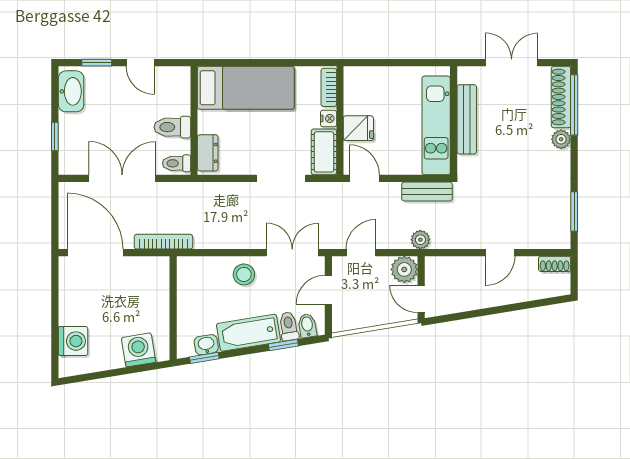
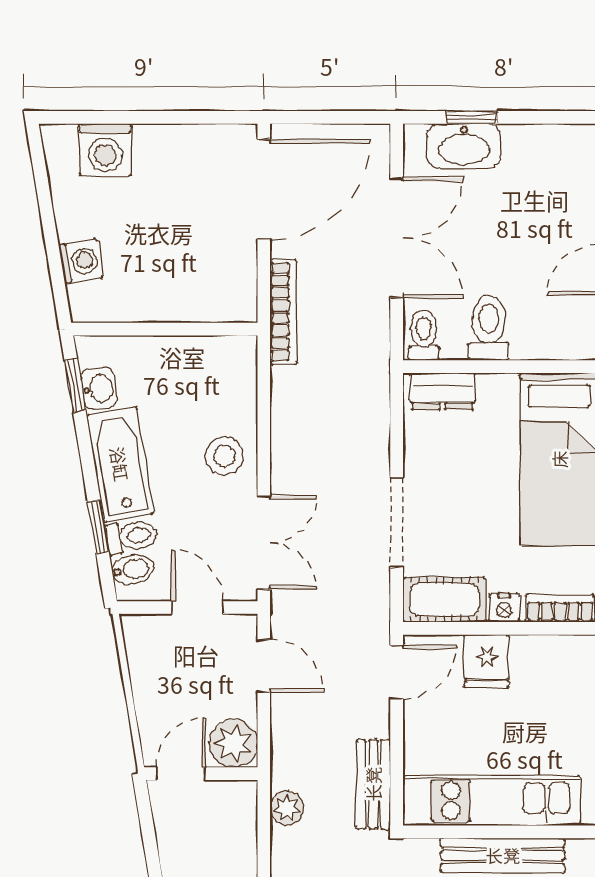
washbasin: (71, 91) -> (464, 146), moved
plant: (420, 240) -> (287, 808), moved
washing machine: (139, 350) -> (81, 261), width x0.73, depth x0.73

